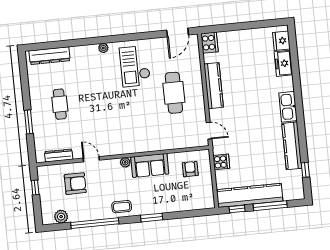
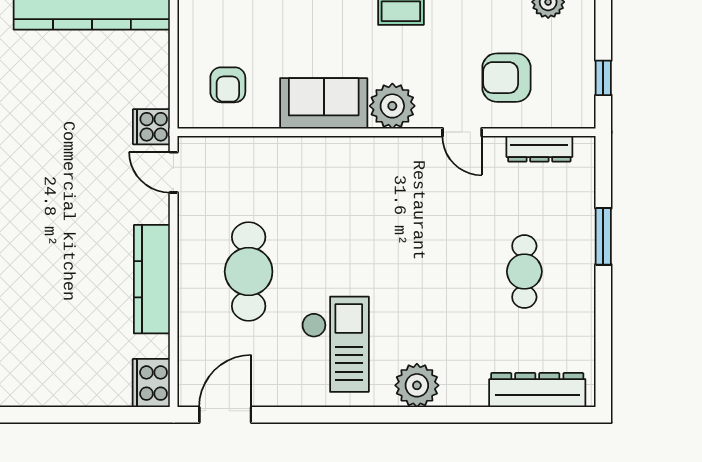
plant: (103, 48) -> (417, 385), width x1.87, depth x1.87
plant: (125, 162) -> (392, 106), width x1.87, depth x1.87
cooker: (221, 162) -> (151, 127), moved

